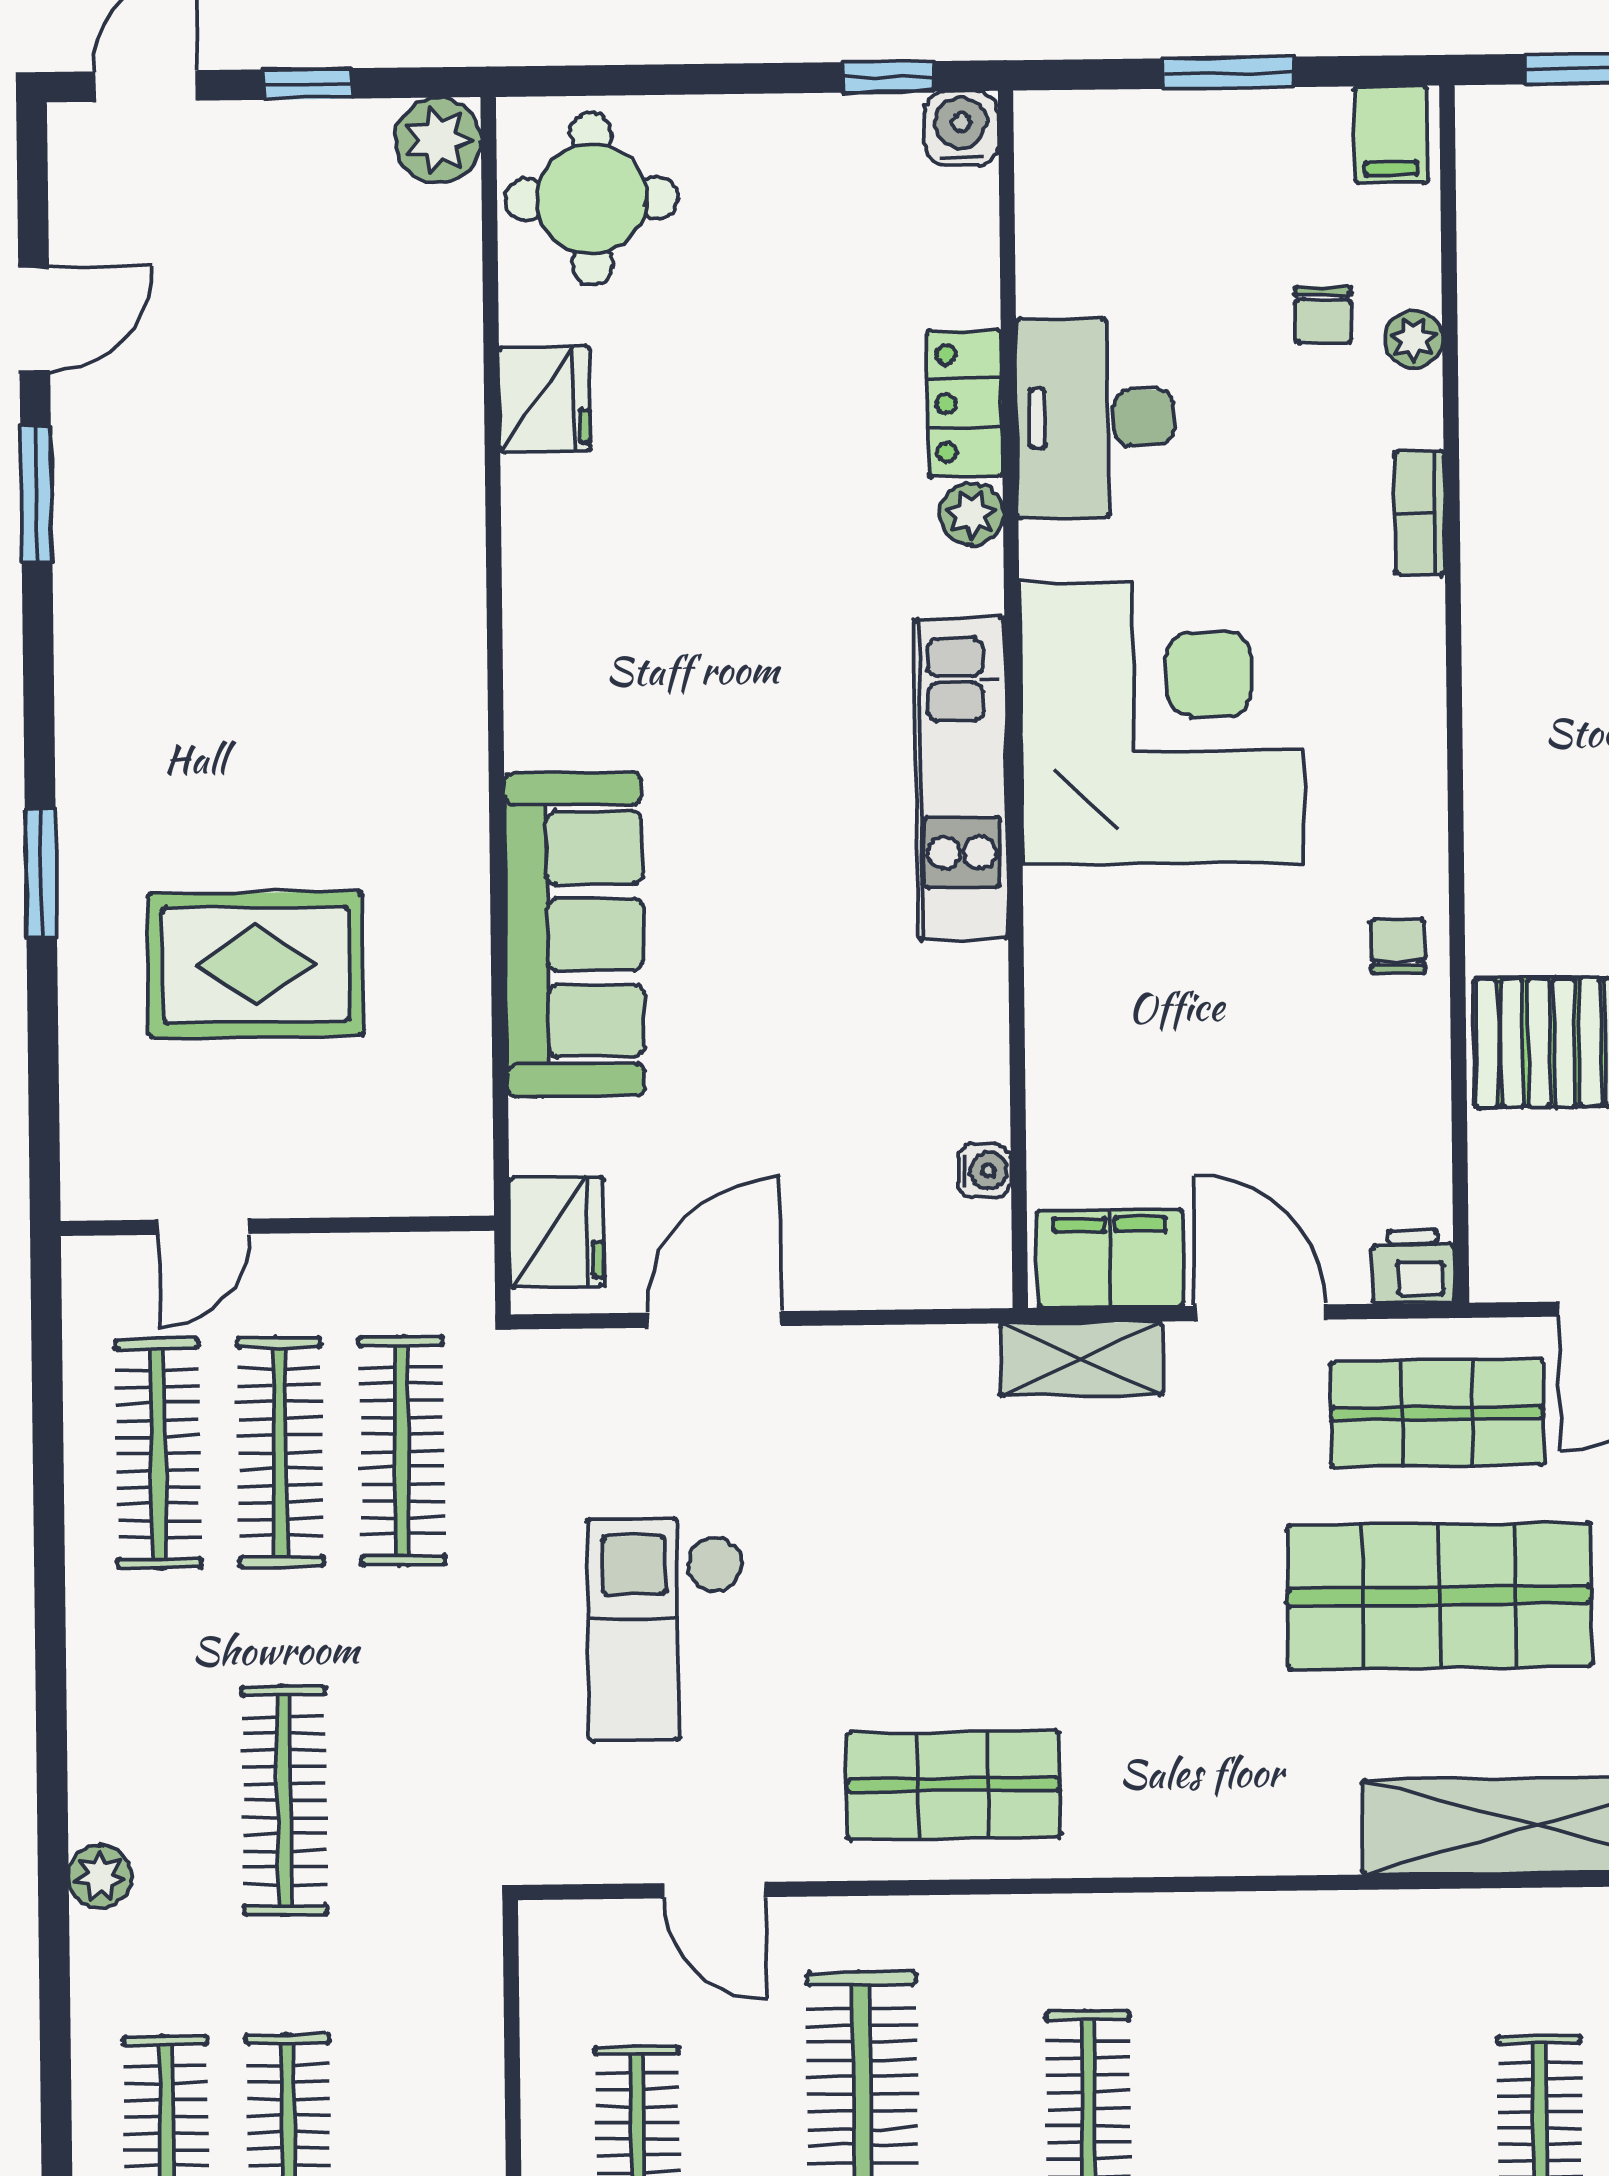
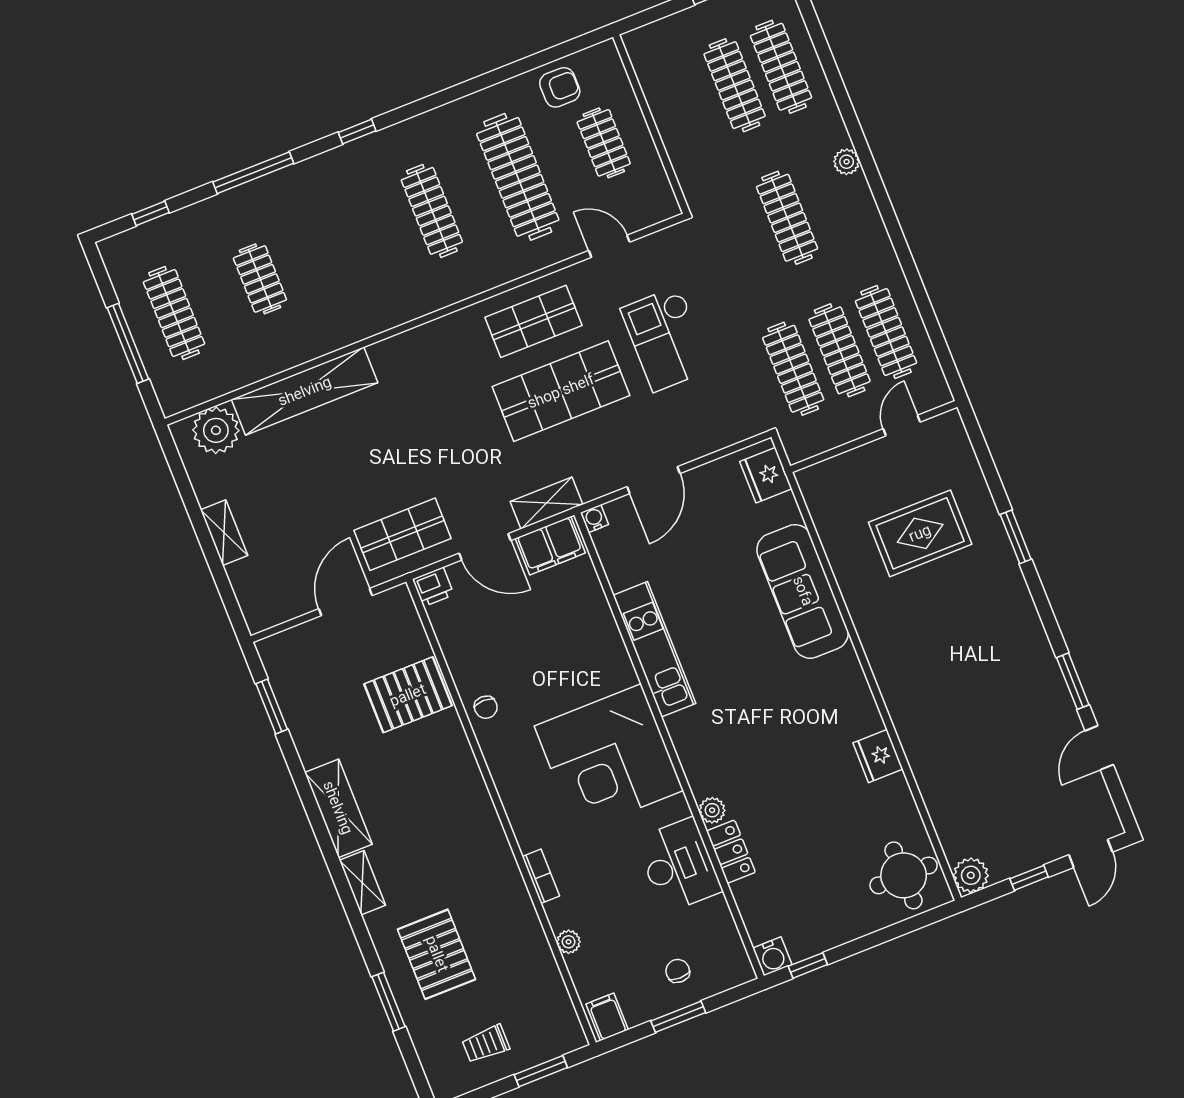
chair: (1323, 315) -> (678, 971), moved
fridge: (545, 399) -> (878, 756), moved
kitchen unit: (961, 779) -> (654, 649), moved
water cooler: (984, 1171) -> (594, 519), moved, turned 90
door: (714, 1319) -> (654, 480), moved
shop shelf: (1439, 1596) -> (561, 391), moved
checkout: (666, 1629) -> (666, 339), turned 180

